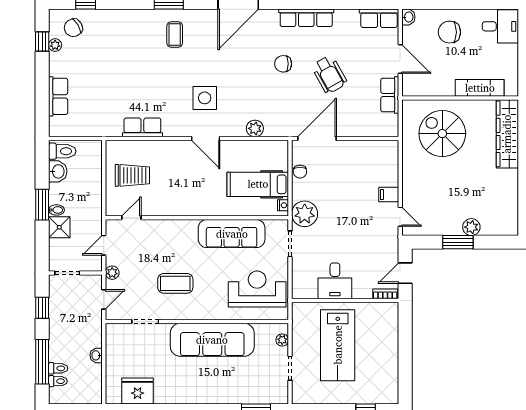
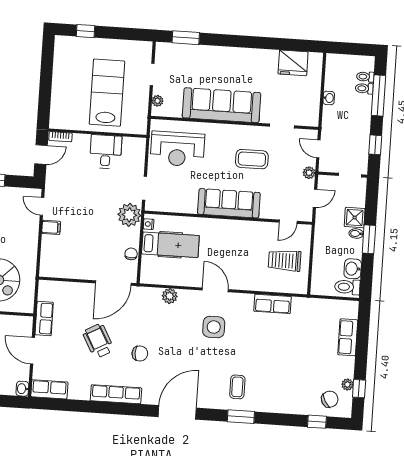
sofa: (232, 234) -> (229, 203), moved
door: (104, 299) -> (318, 149), hinge flipped

